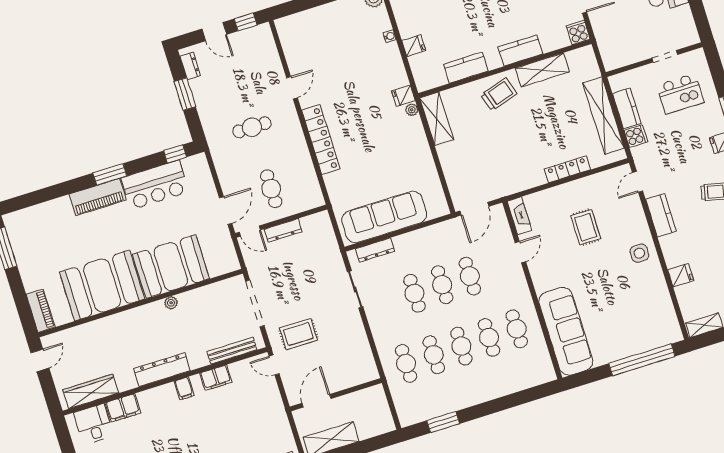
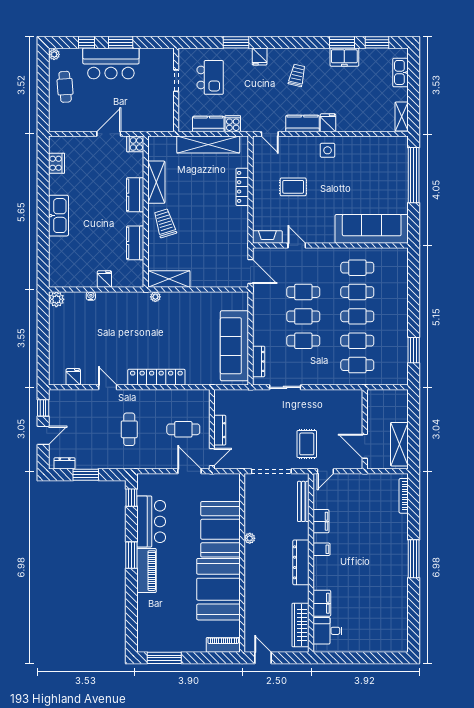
fridge: (403, 96) -> (73, 377), moved, turned 180
fridge: (681, 275) -> (328, 123), moved

